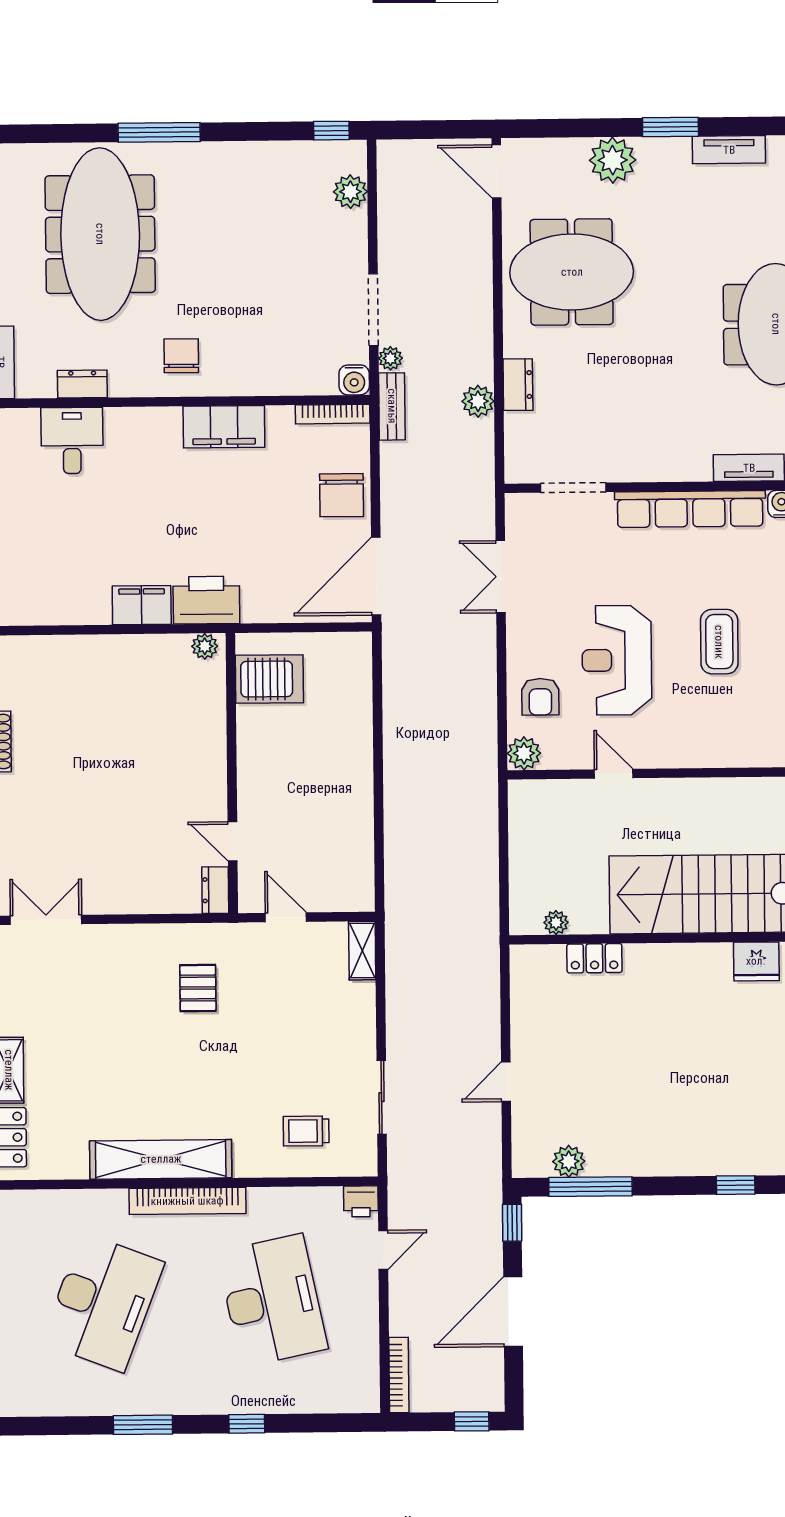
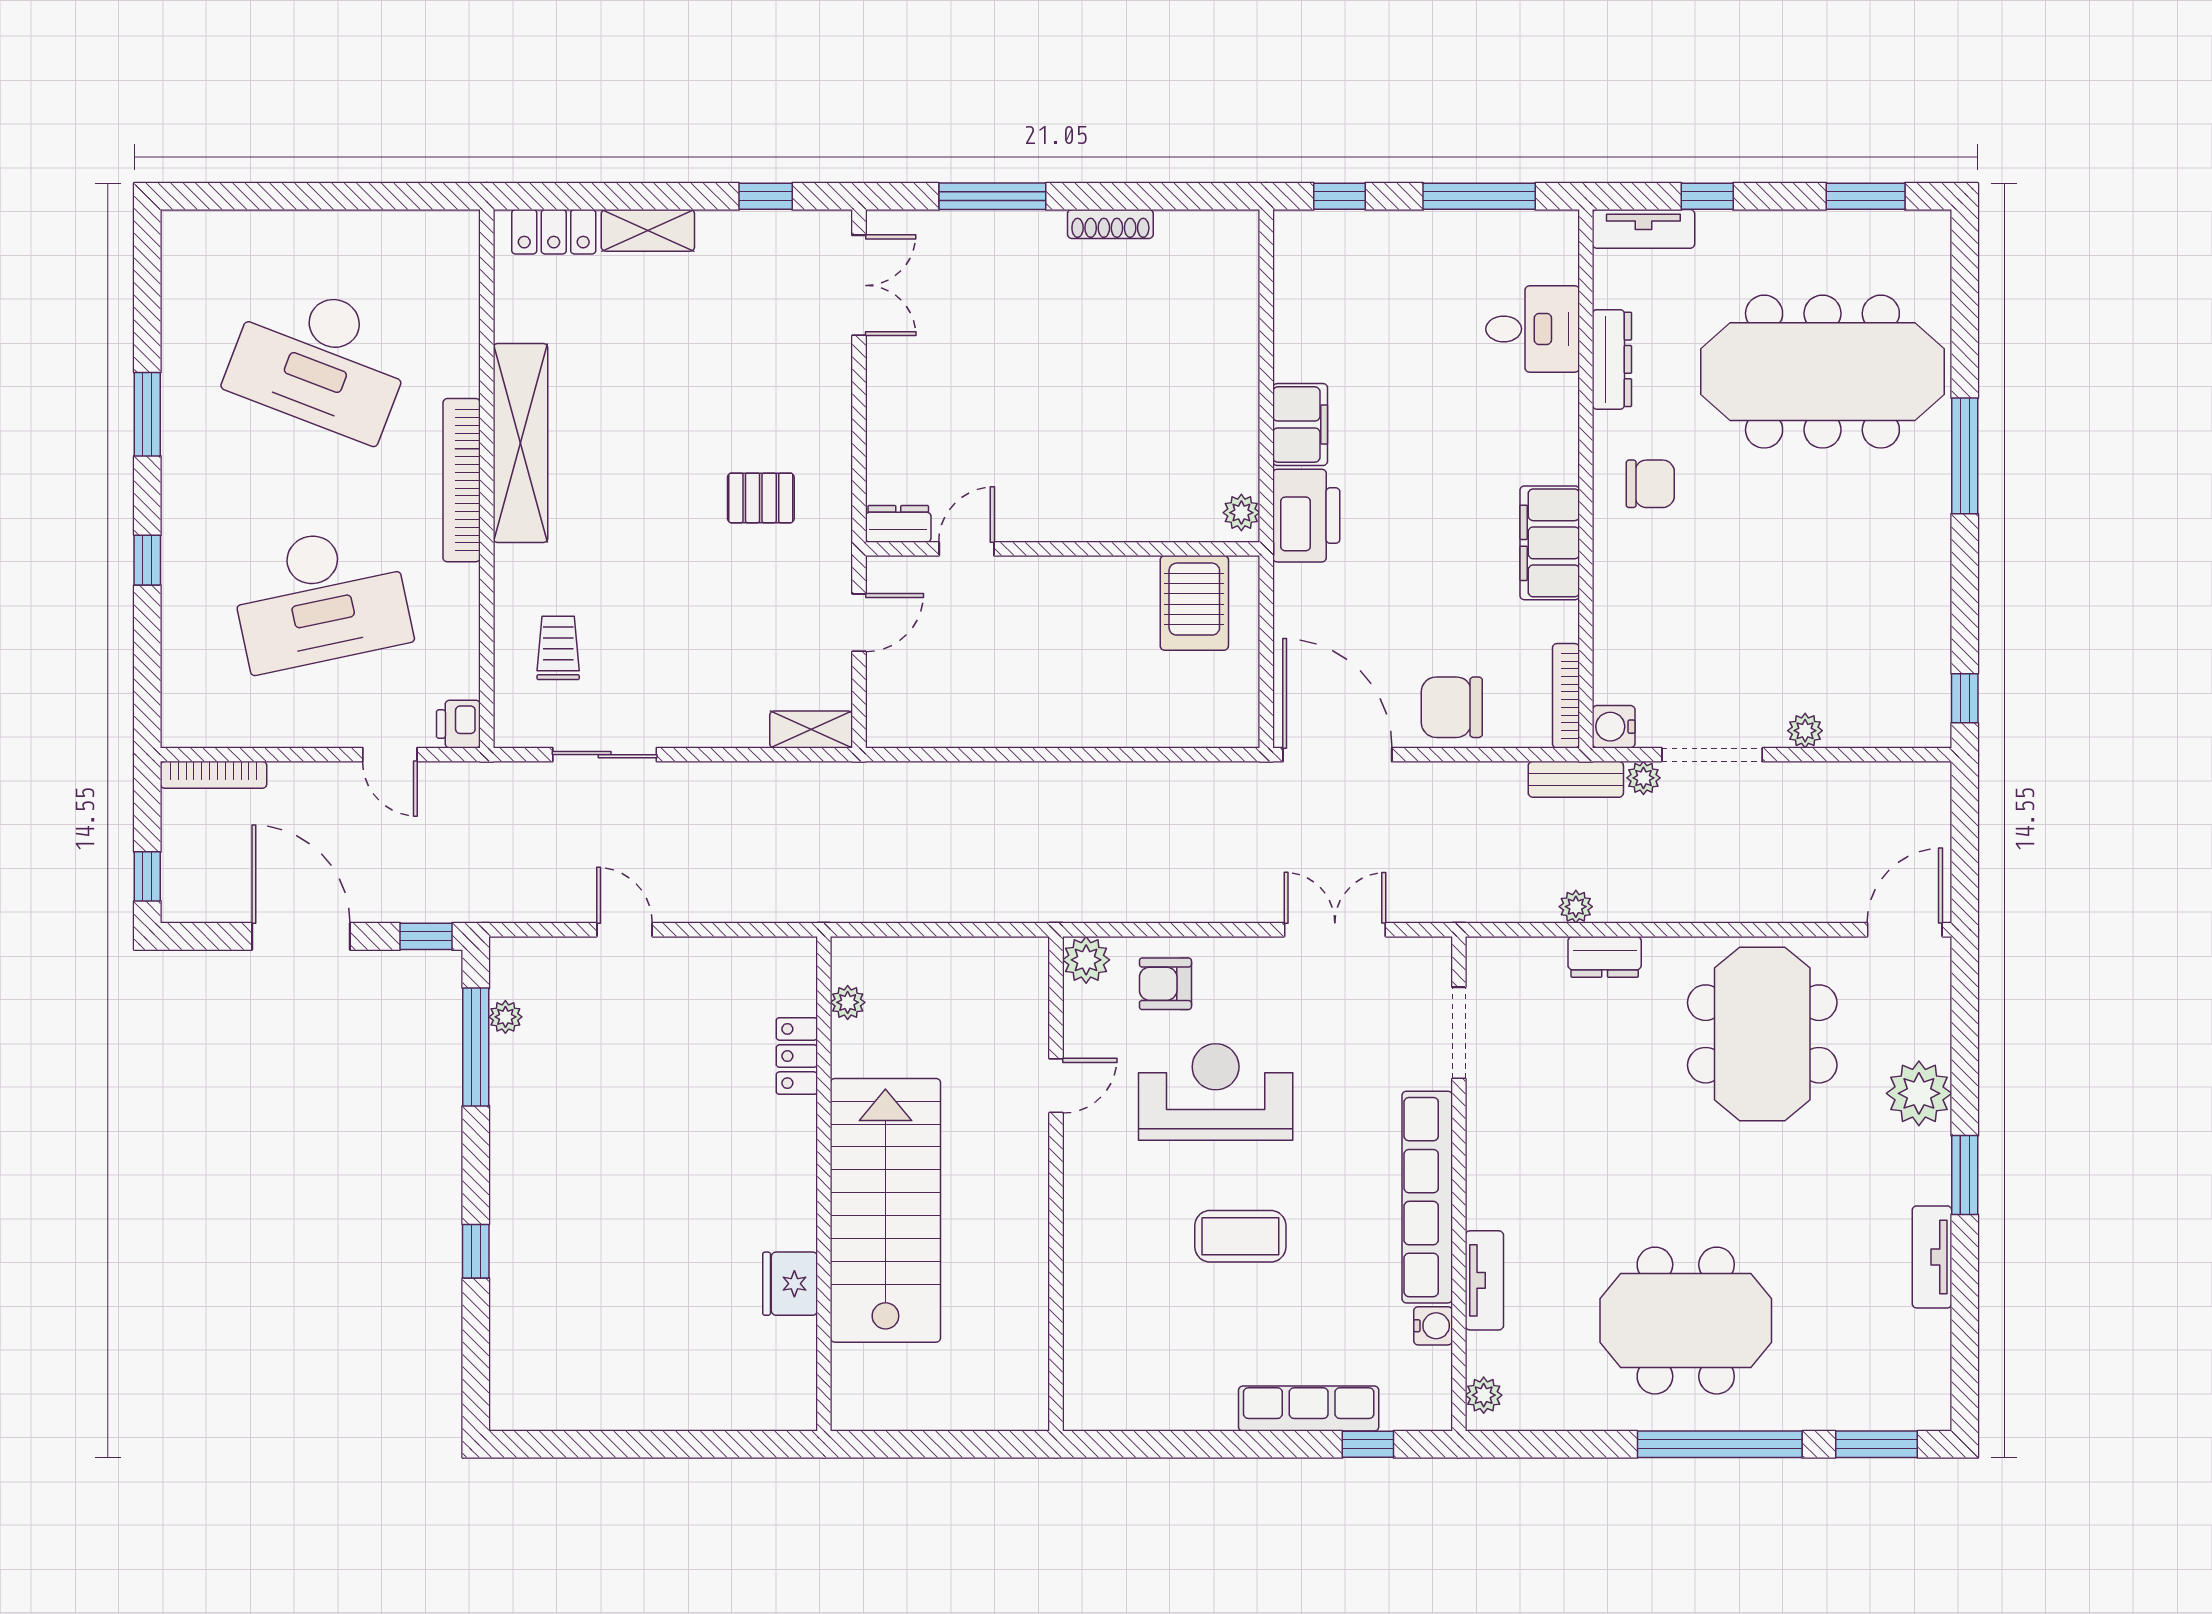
plant: (350, 192) -> (1805, 731), moved, width x0.73, depth x0.73
dresser: (82, 384) -> (1612, 359), width x1.44
plant: (478, 401) -> (1576, 907), width x0.73, depth x0.73
plant: (569, 1161) -> (505, 1017), width x0.73, depth x0.73

